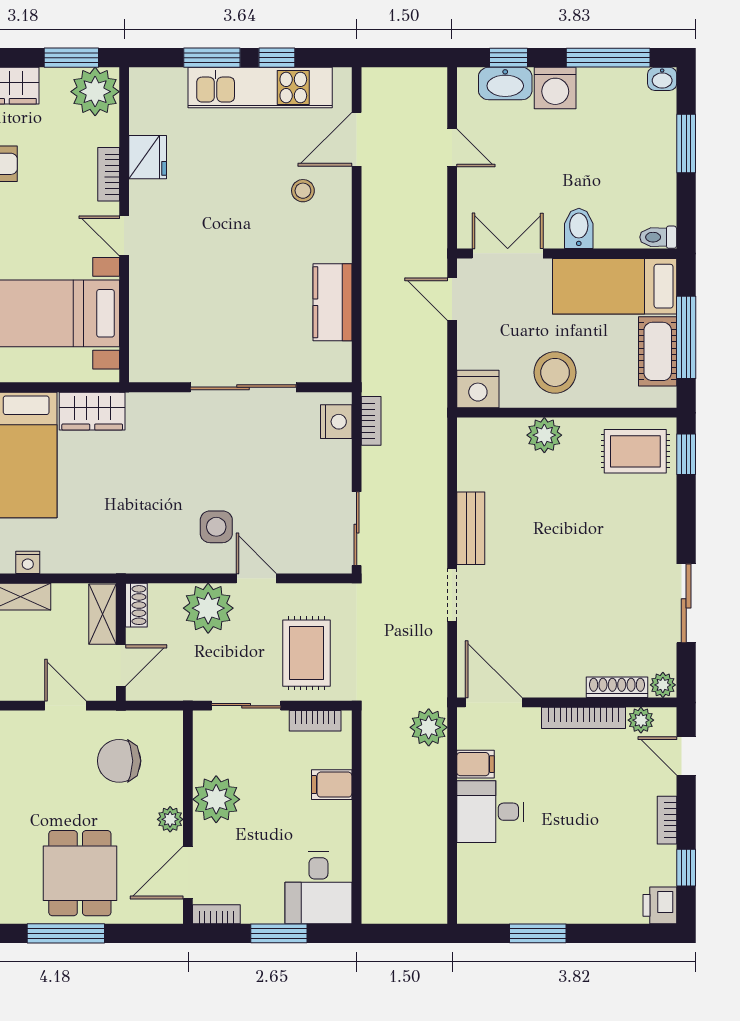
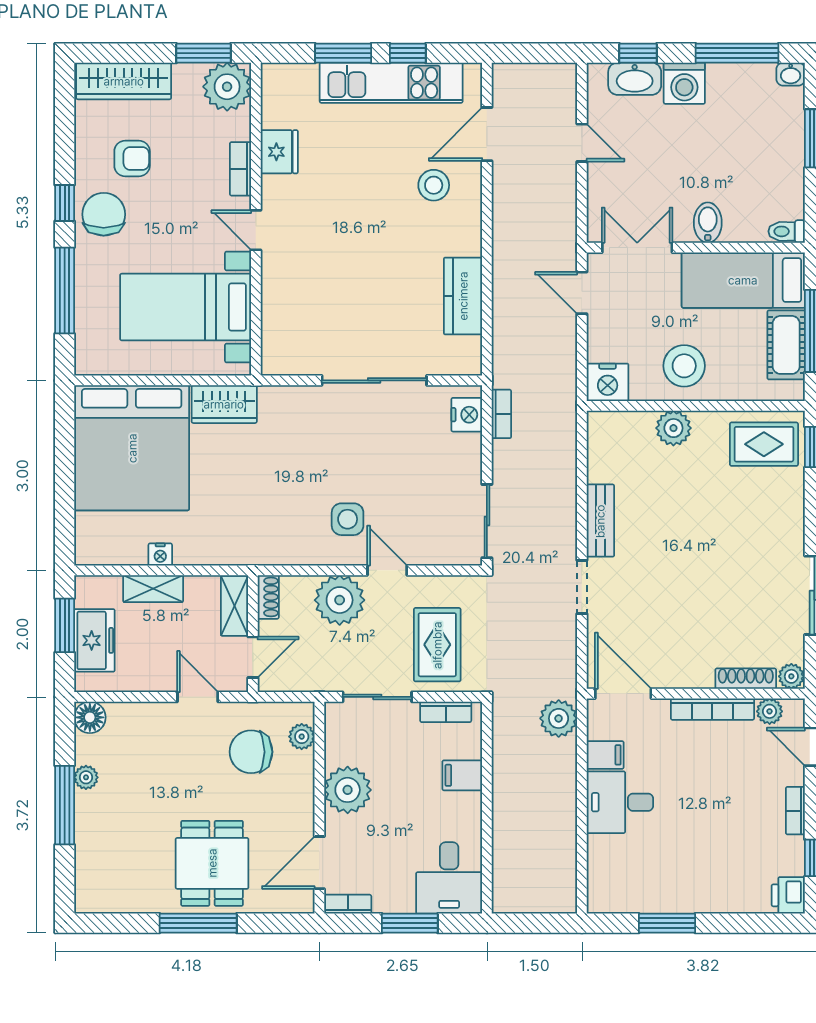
stool: (303, 191) -> (434, 185), width x1.37, depth x1.37
plant: (170, 819) -> (302, 737), moved

